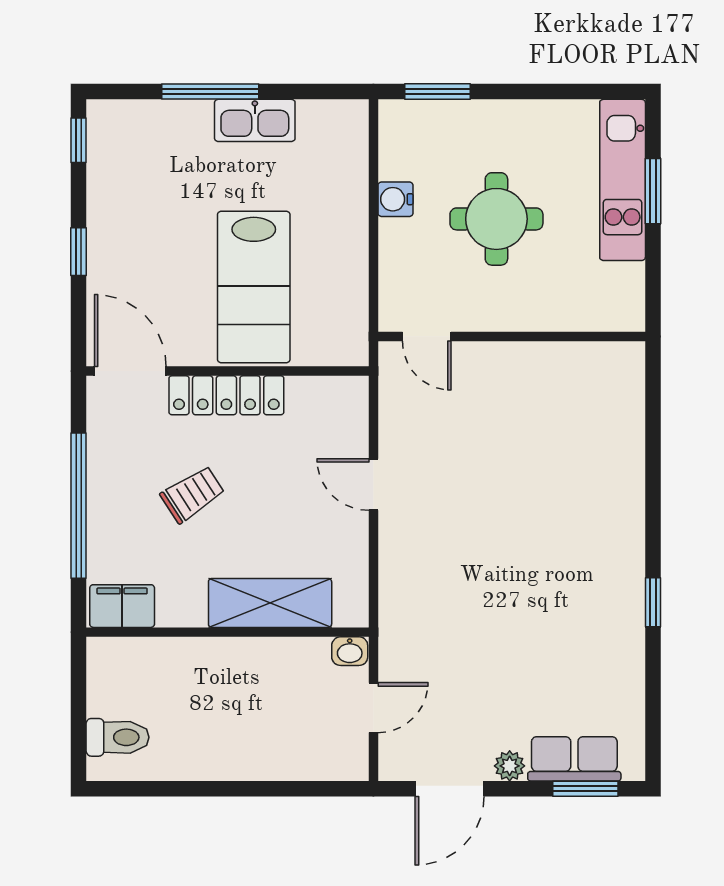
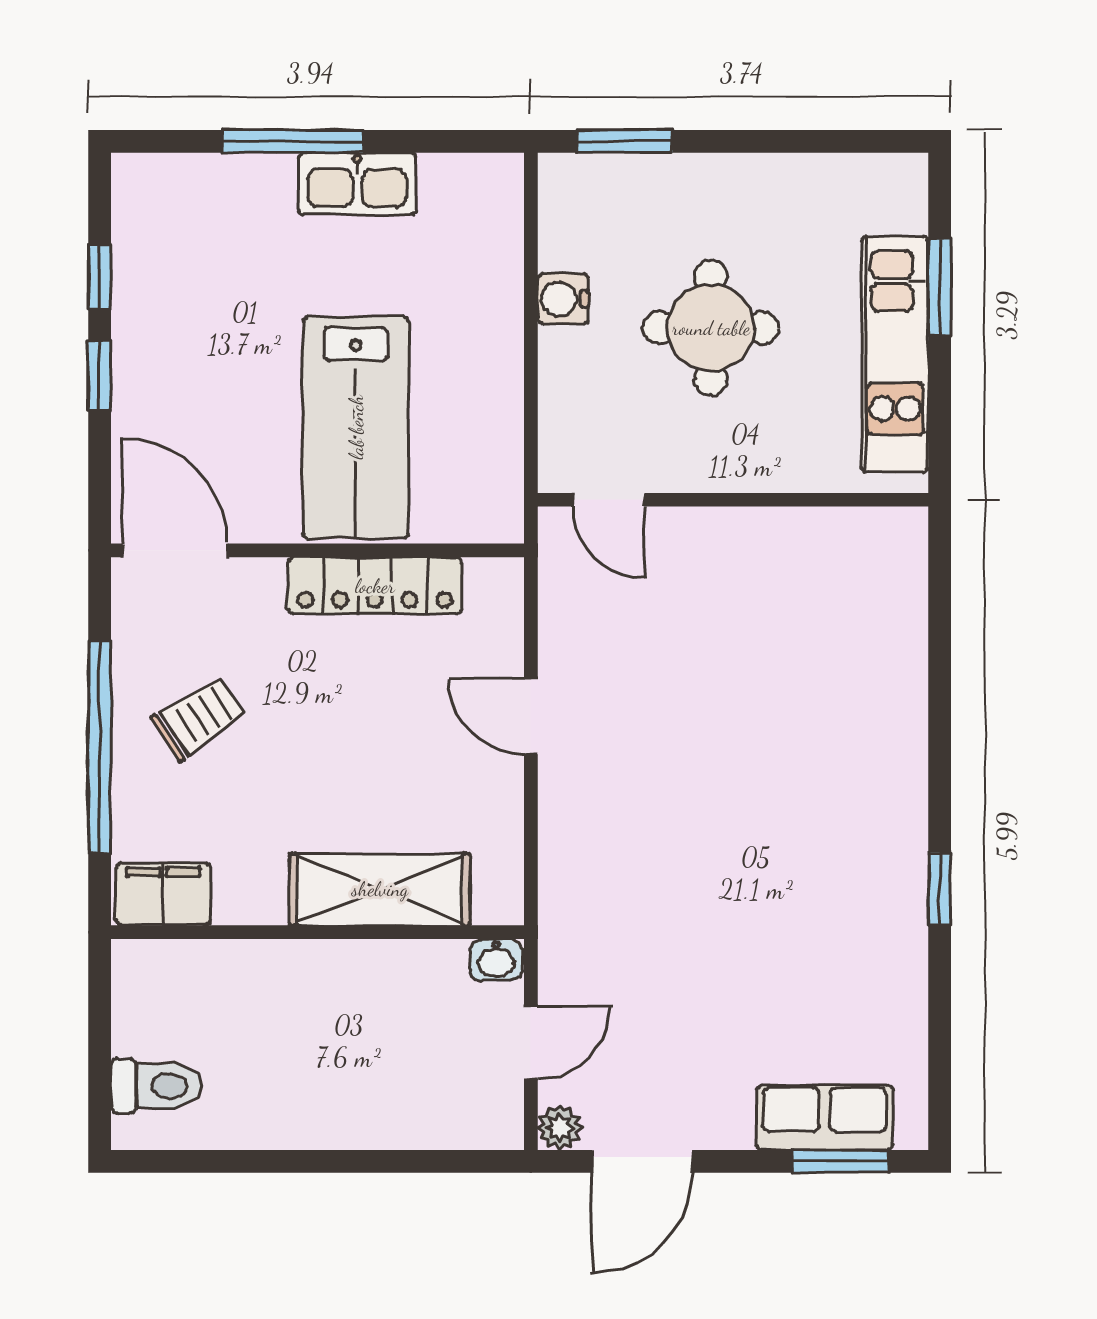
window: (79, 140) -> (100, 277), moved
kitchen unit: (623, 180) -> (895, 354), moved
locker: (226, 395) -> (375, 586), moved
trolley: (193, 494) -> (199, 718), moved
plant: (510, 766) -> (560, 1128), moved

